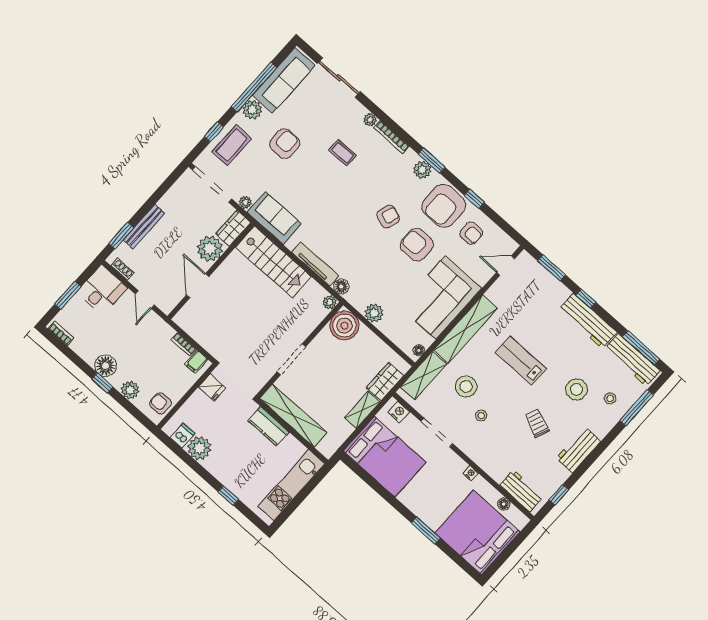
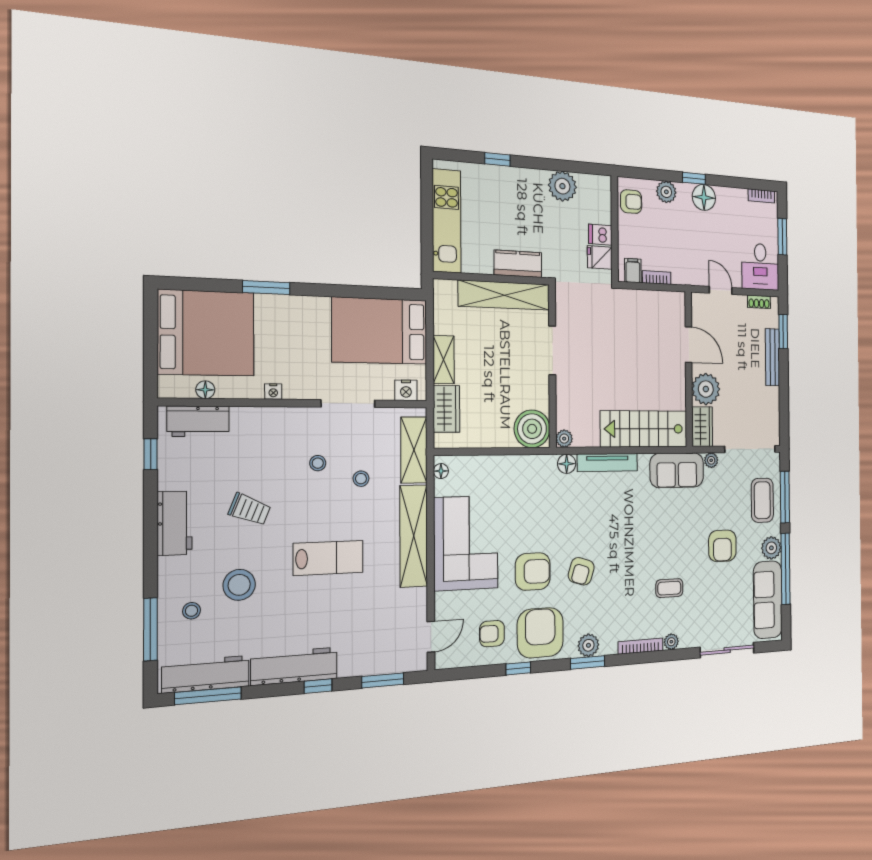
window: (214, 132) -> (785, 497), width x2.17
plant: (374, 313) -> (515, 467), removed
stool: (466, 386) -> (361, 479), width x0.53, depth x0.53
dishwasher: (183, 436) -> (600, 235), moved, turned 90

